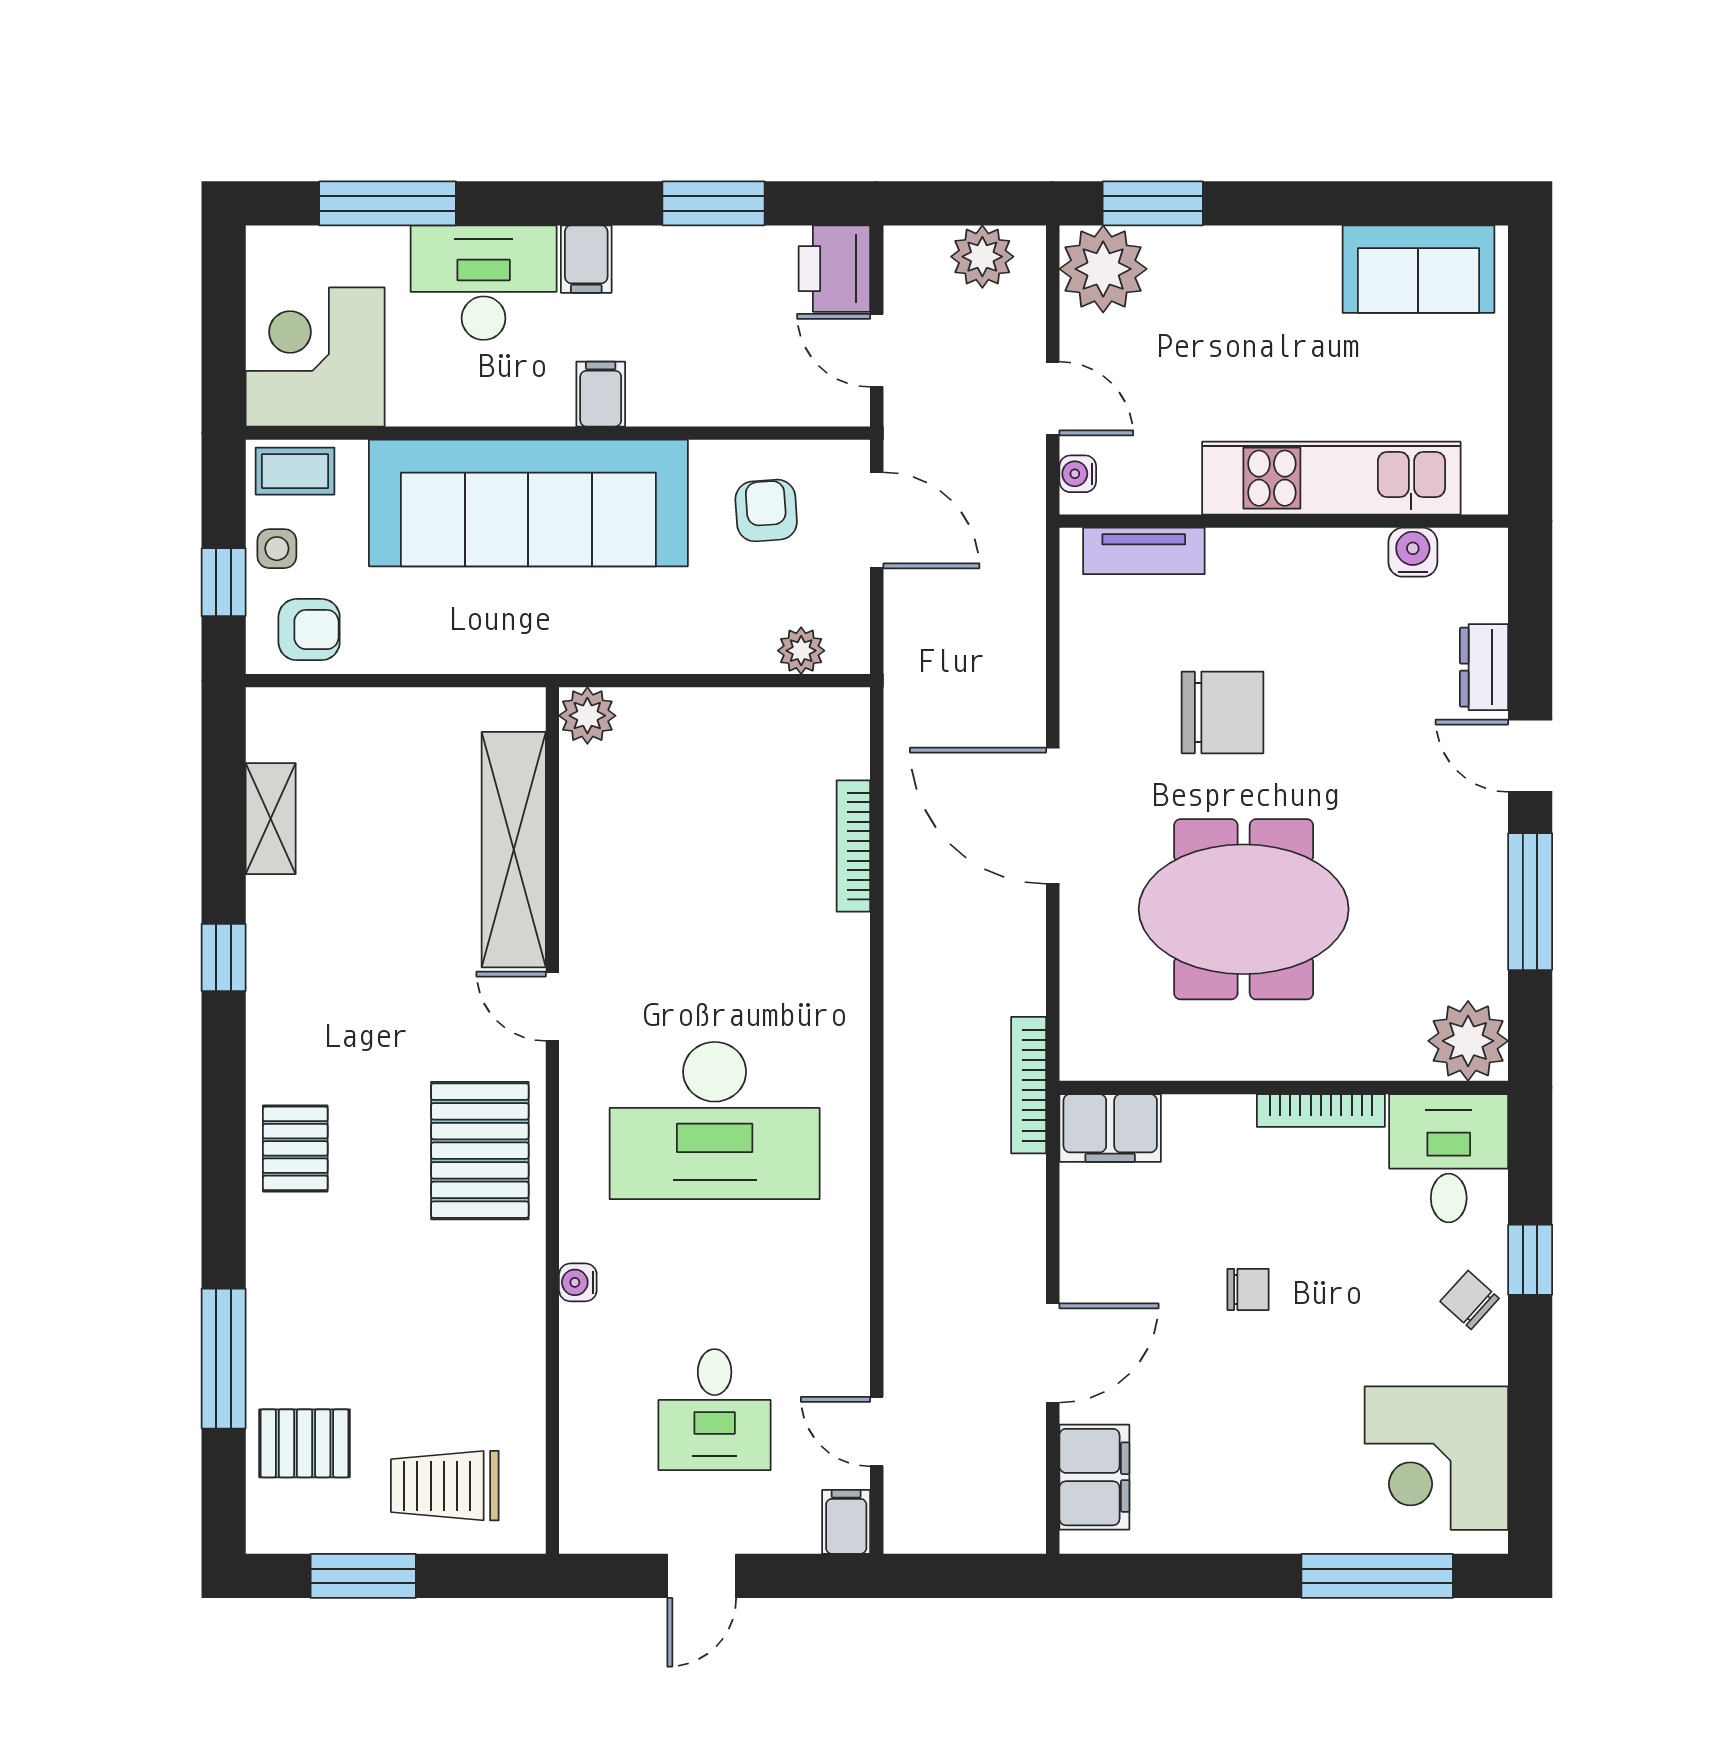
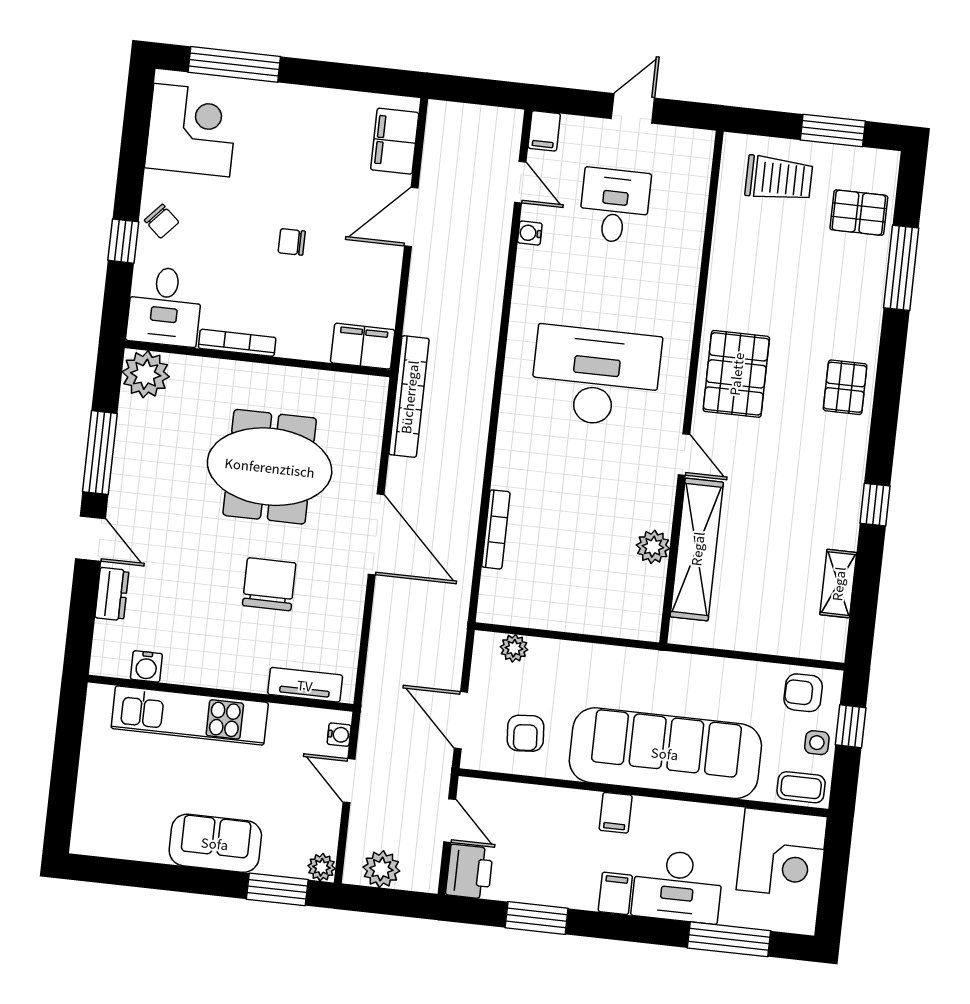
plant: (1103, 269) -> (322, 867), width x0.53, depth x0.53
sofa: (1418, 269) -> (215, 843), moved
chair: (1223, 712) -> (269, 584), turned 90
plant: (587, 716) -> (653, 547), moved
bookcase: (1029, 1085) -> (409, 397), width x1.48, depth x1.31
water cooler: (578, 1282) -> (530, 233), moved, turned 180

